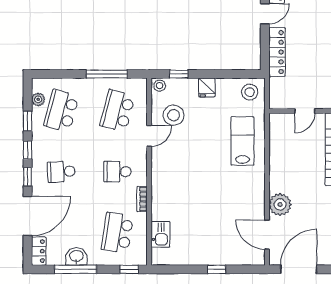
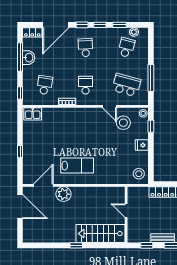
school desk: (61, 111) -> (126, 48), width x0.54
lab bench: (242, 141) -> (77, 166), moved
door: (28, 216) -> (56, 25), hinge flipped
school desk: (117, 233) -> (45, 85), width x0.54
kitchen sink: (160, 234) -> (33, 114), moved

